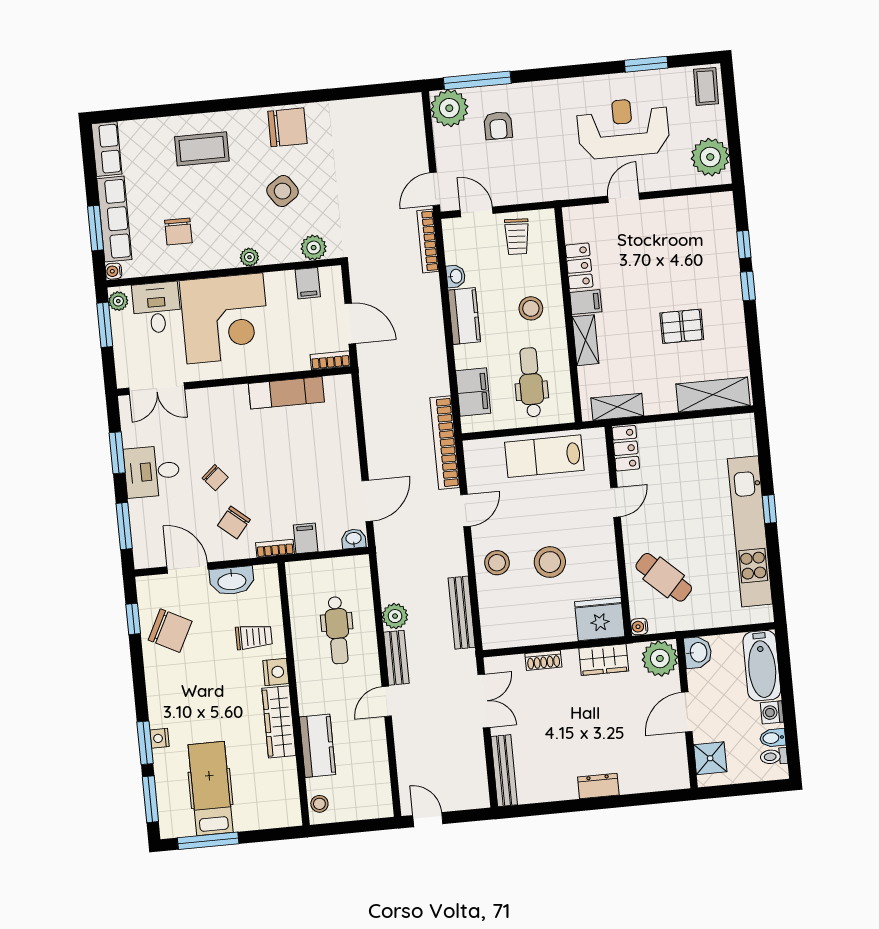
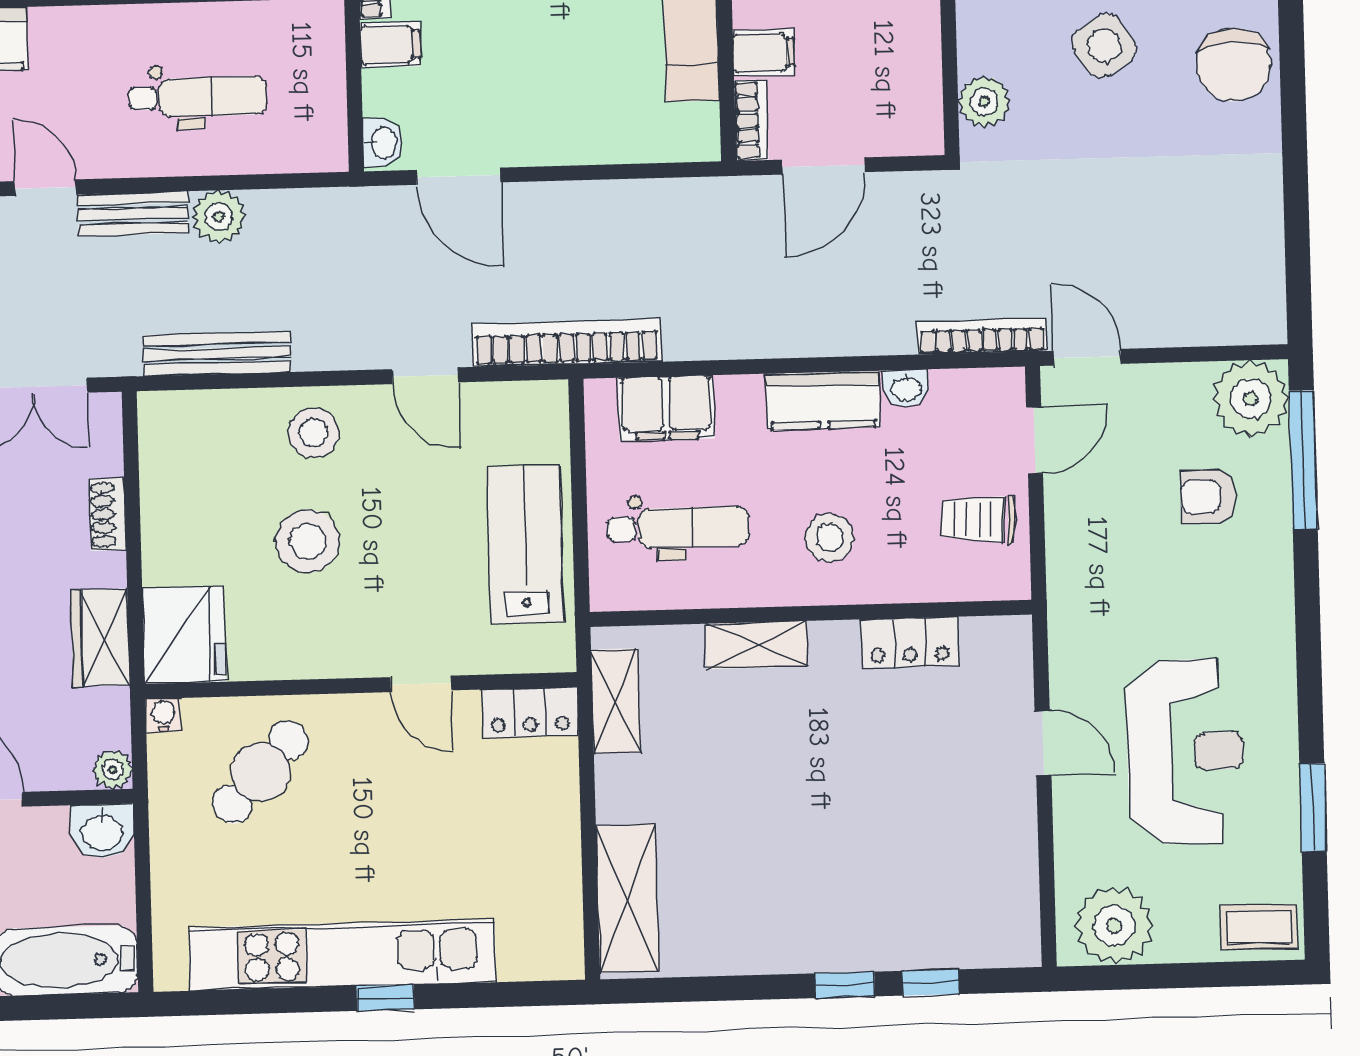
filing cabinet: (308, 283) -> (764, 53), moved, turned 180
filing cabinet: (586, 302) -> (835, 651), removed
pallet: (682, 326) -> (772, 844), removed
dental chair: (337, 630) -> (198, 97), turned 180
plant: (660, 658) -> (113, 770), width x0.53, depth x0.53

